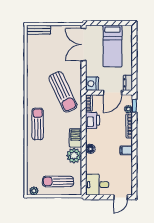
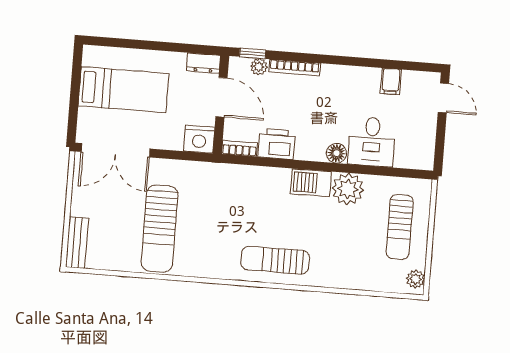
sun lounger: (63, 92) -> (160, 229), moved, turned 115
filing cabinet: (126, 150) -> (391, 81), moved
desk: (97, 185) -> (372, 142), moved

